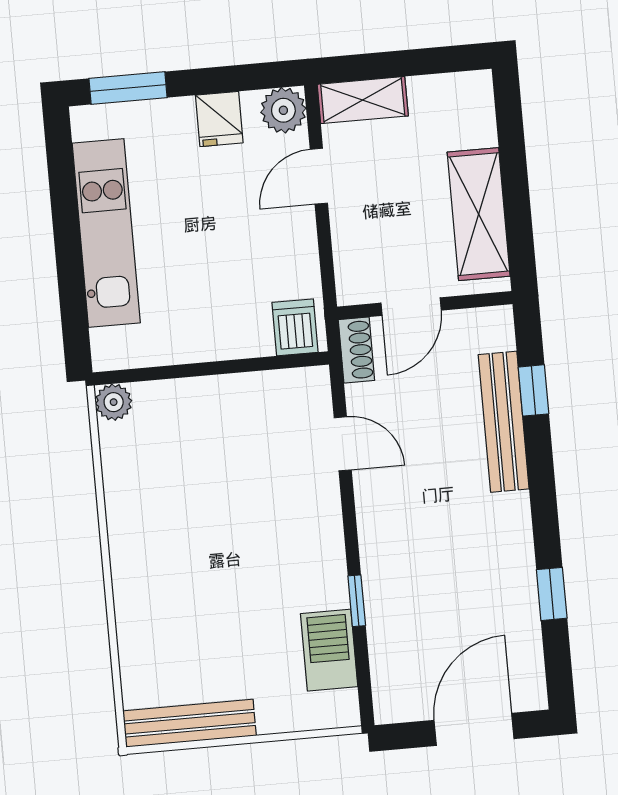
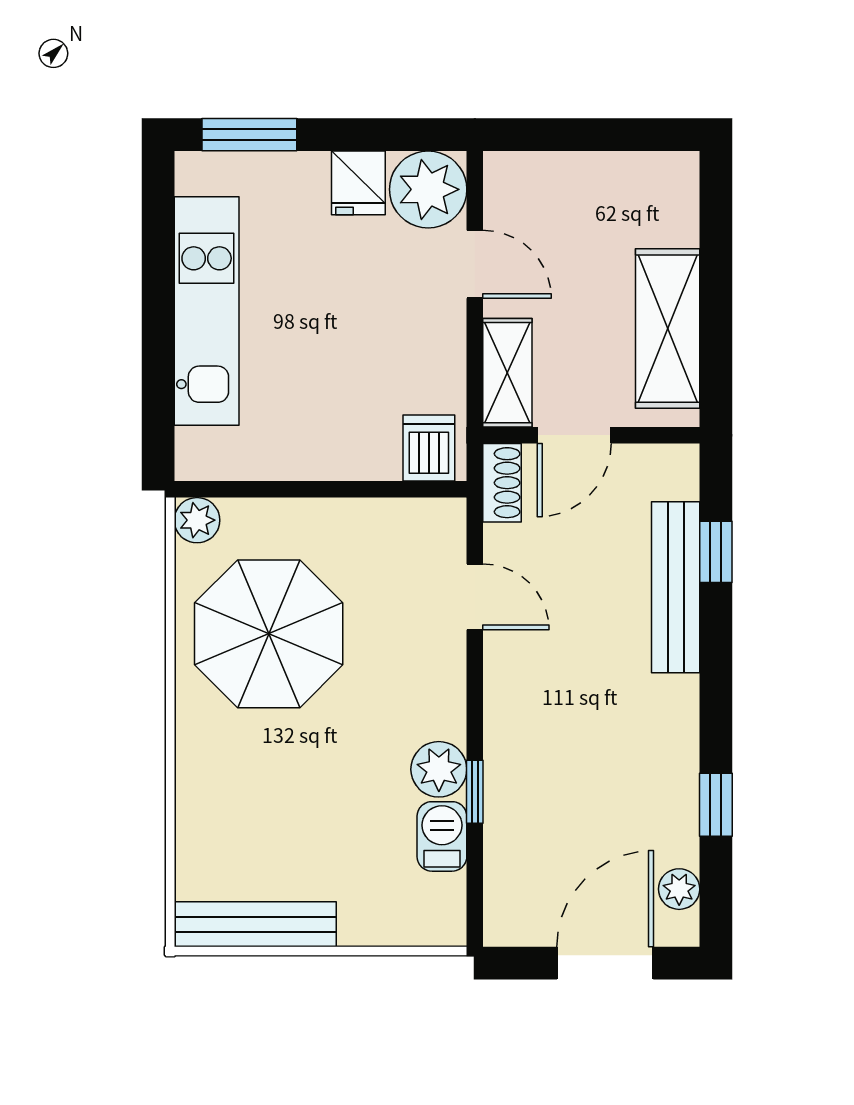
shelving: (363, 100) -> (507, 373), moved, turned 90
plant: (283, 110) -> (428, 189), width x1.36, depth x1.36
door: (319, 176) -> (475, 264), swing flipped
parasol: (179, 488) -> (269, 634), added
plant: (326, 585) -> (439, 769), added
barbecue: (329, 650) -> (442, 836), width x0.73, depth x0.79
plant: (528, 664) -> (679, 889), added

